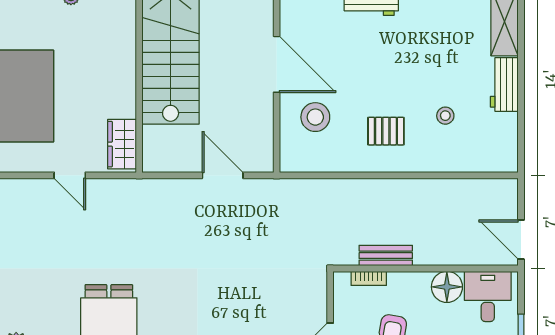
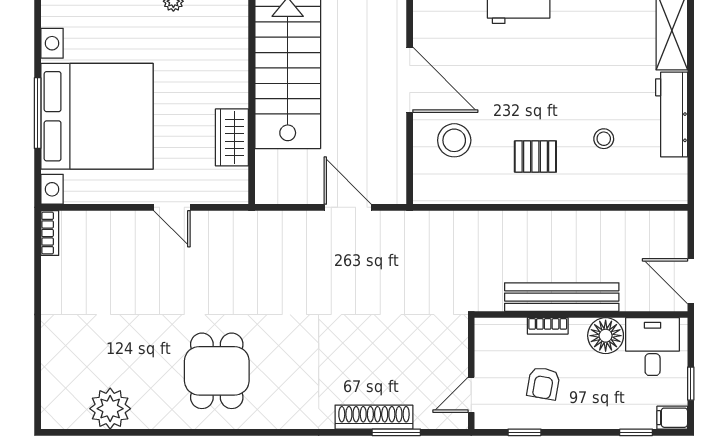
workbench: (504, 84) -> (672, 114), width x1.37
wardrobe: (122, 144) -> (232, 137), moved
bench: (386, 256) -> (562, 297), width x1.86, depth x1.21
bookcase: (369, 278) -> (548, 326), moved

